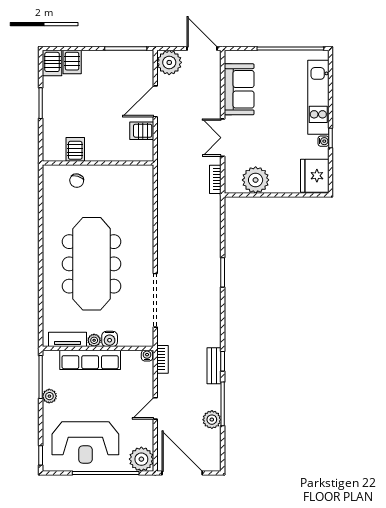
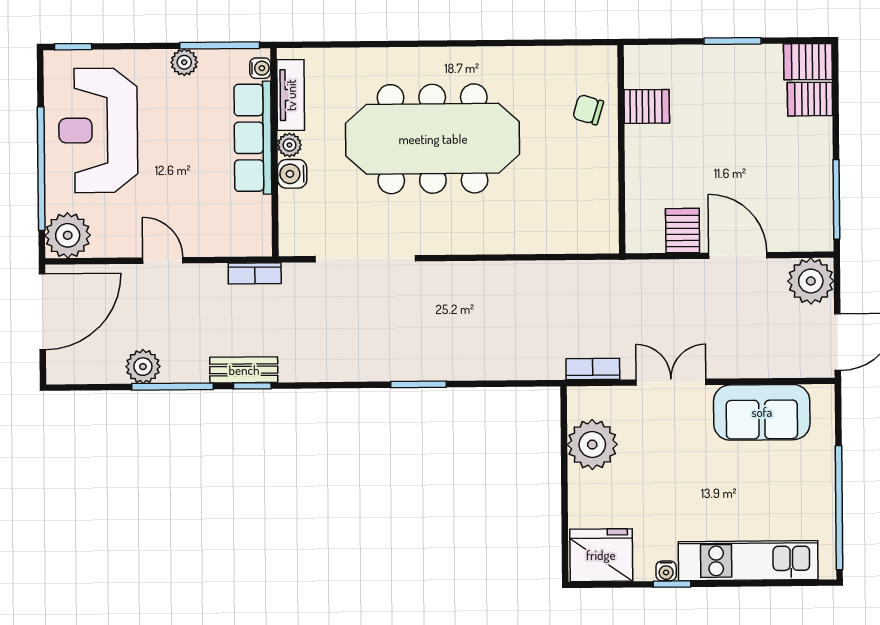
water cooler: (147, 356) -> (260, 68), moved

